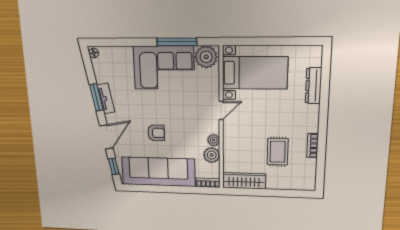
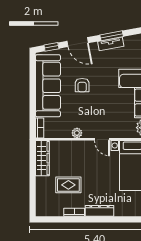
dresser: (314, 86) -> (99, 211), moved
plant: (212, 155) -> (64, 131), removed

